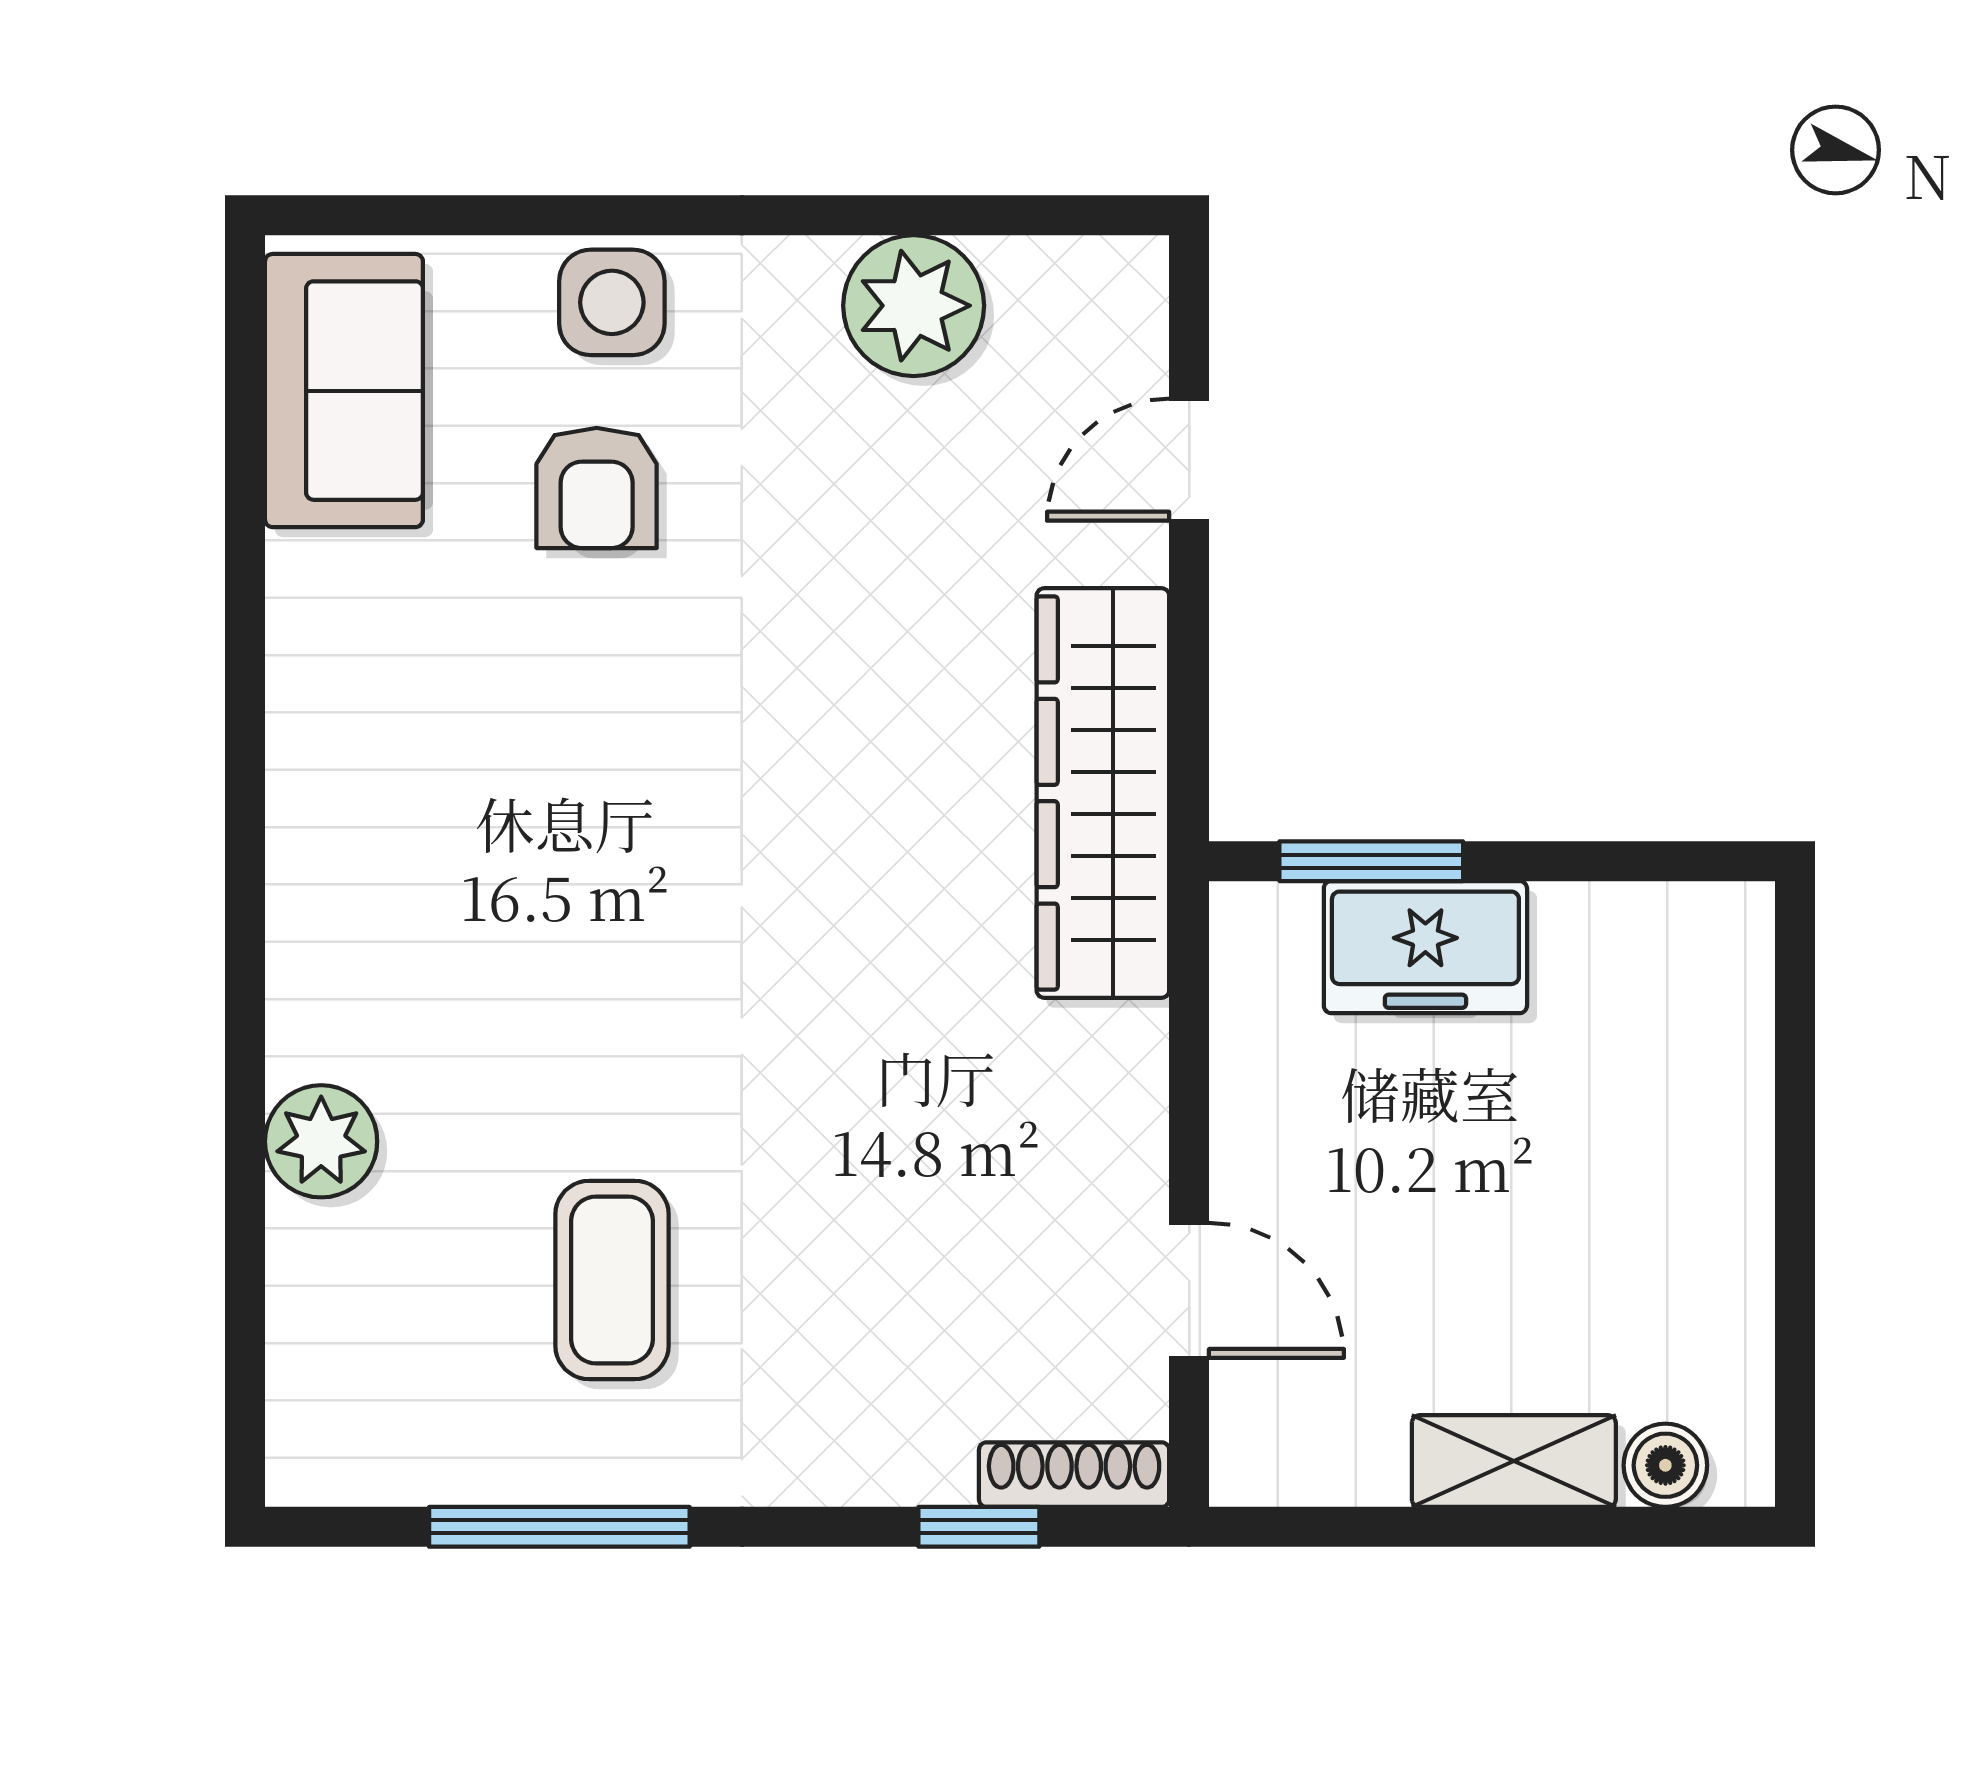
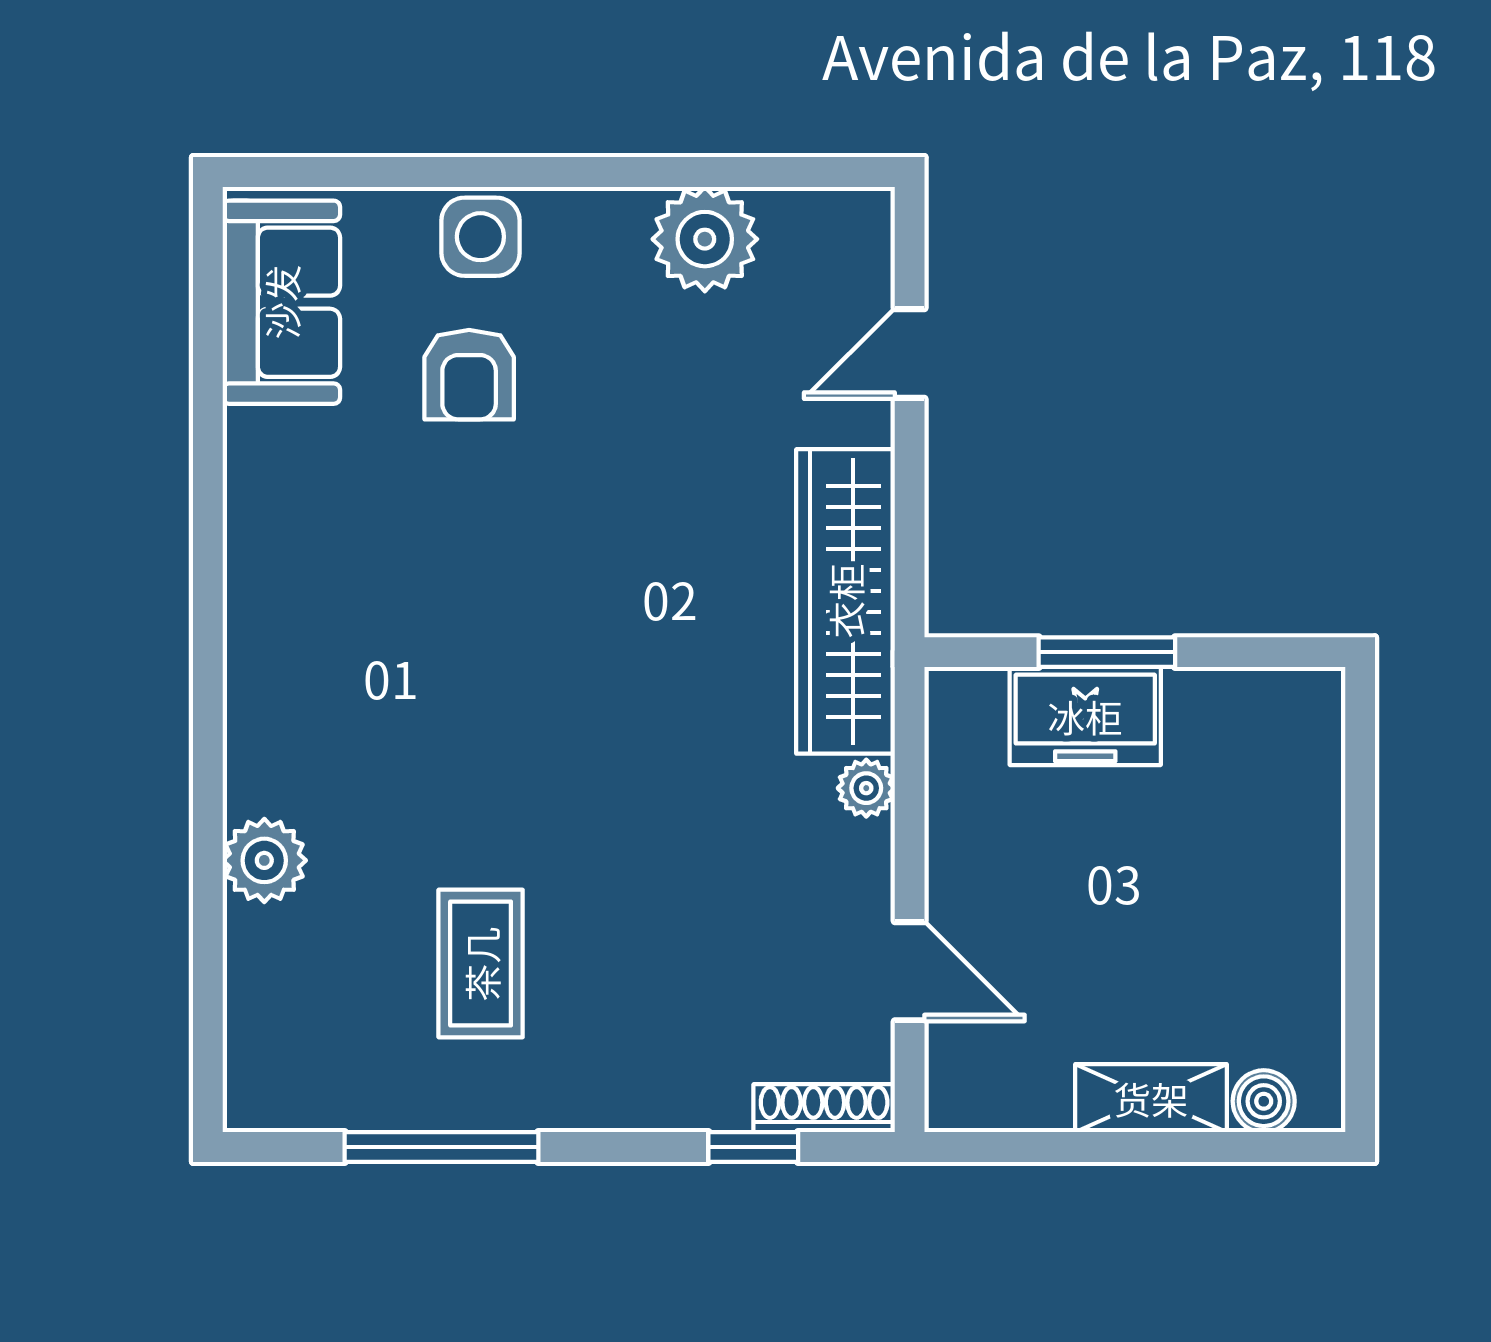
window: (1371, 861) -> (1107, 652), moved
plant: (1131, 1044) -> (866, 788), added

